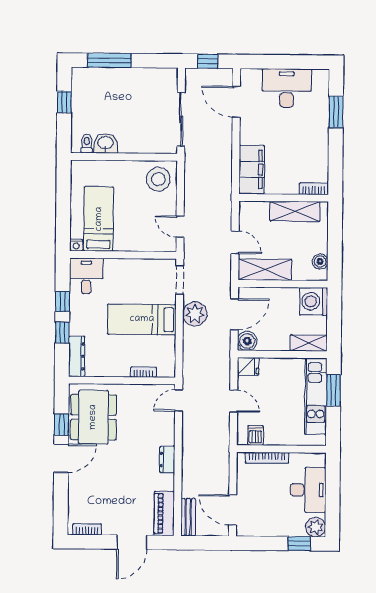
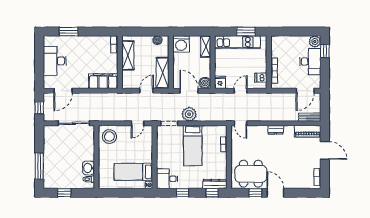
window: (62, 332) -> (212, 193), moved
window: (333, 390) -> (246, 32), moved
desk: (308, 490) -> (310, 62), moved, turned 90

